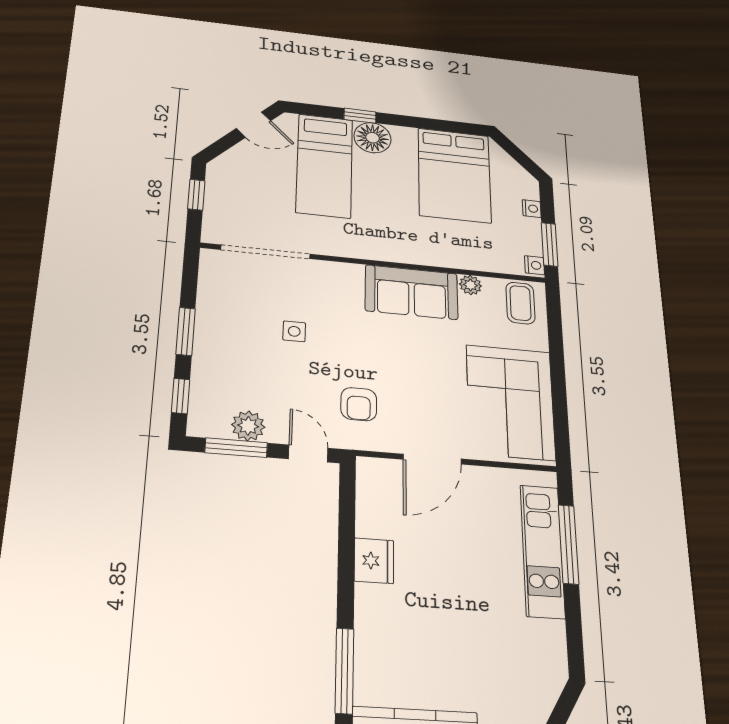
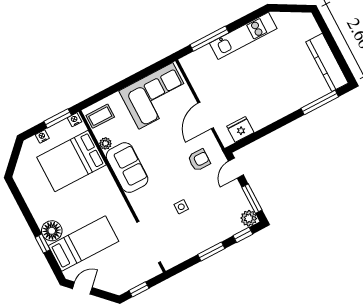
door: (254, 125) -> (82, 288), hinge flipped
bed: (454, 175) -> (72, 161), moved, turned 180
plant: (248, 426) -> (249, 218), moved
door: (432, 459) -> (206, 116), swing flipped
kitchen unit: (542, 551) -> (243, 36), moved
fridge: (374, 561) -> (240, 129), moved

